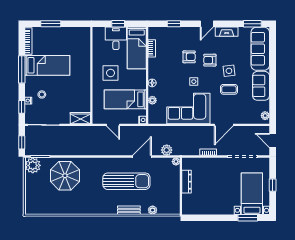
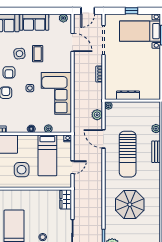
door: (224, 125) -> (72, 42), moved
parasol: (65, 176) -> (130, 205), moved
sun lounger: (126, 181) -> (128, 154), turned 180

